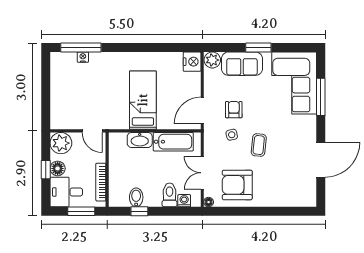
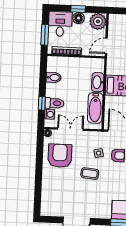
window: (139, 211) -> (42, 103), moved

